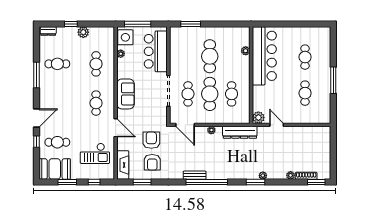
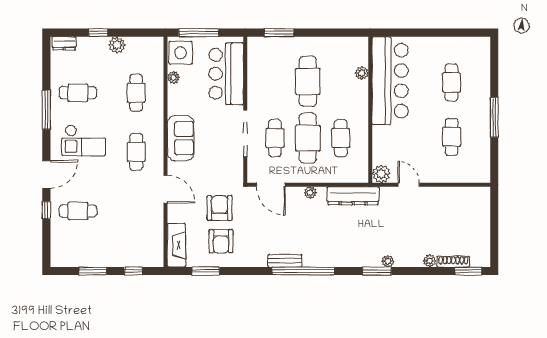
checkout: (95, 153) -> (84, 140), moved
booth: (55, 169) -> (74, 251), removed

